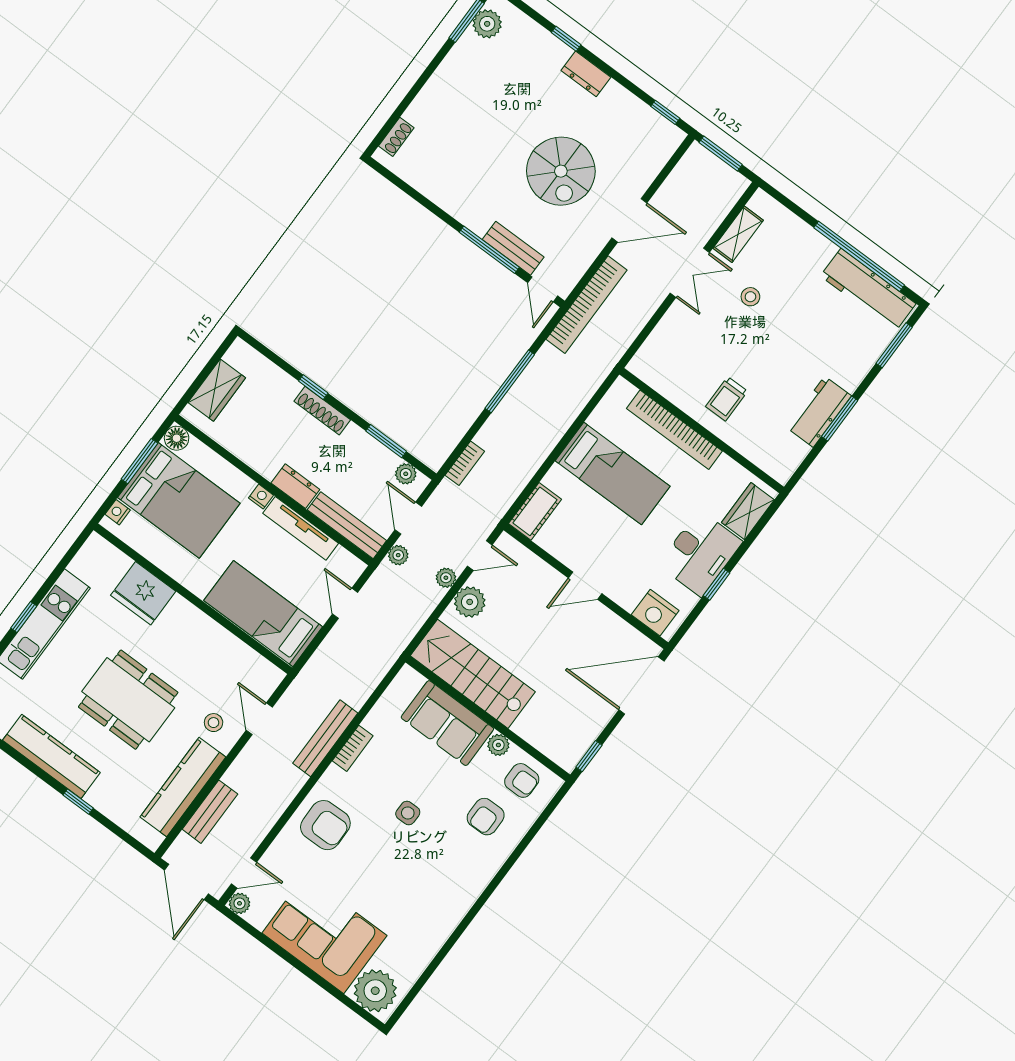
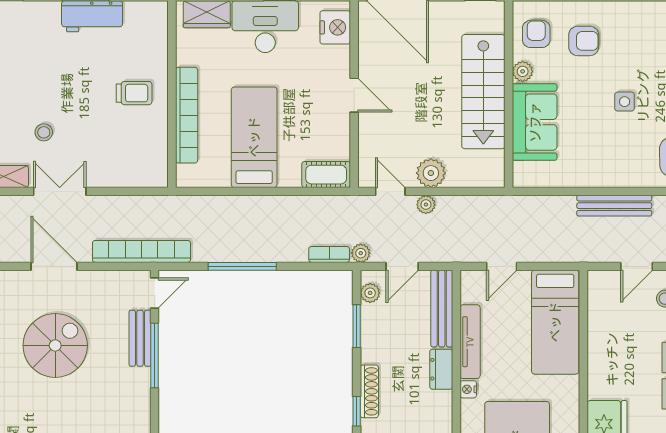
plant: (398, 555) -> (361, 253), moved
stairs: (473, 674) -> (483, 92), moved
bookcase: (353, 748) -> (607, 179), removed

